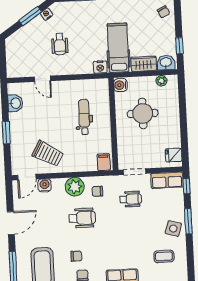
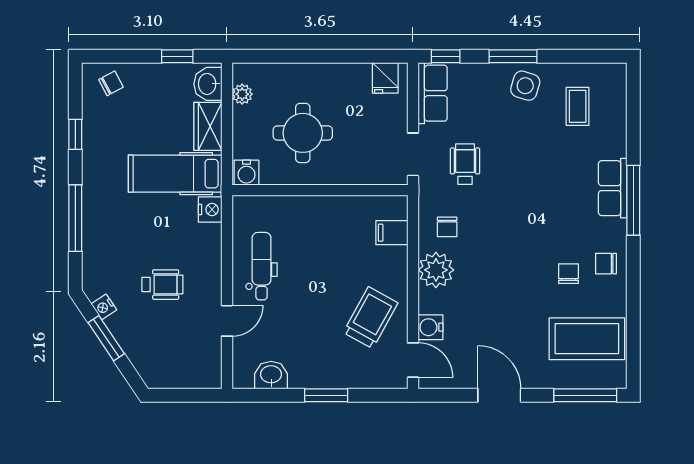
dental chair: (84, 117) -> (262, 266), moved, turned 90
filing cabinet: (104, 162) -> (392, 233), moved
wheelchair: (82, 218) -> (496, 259), removed

